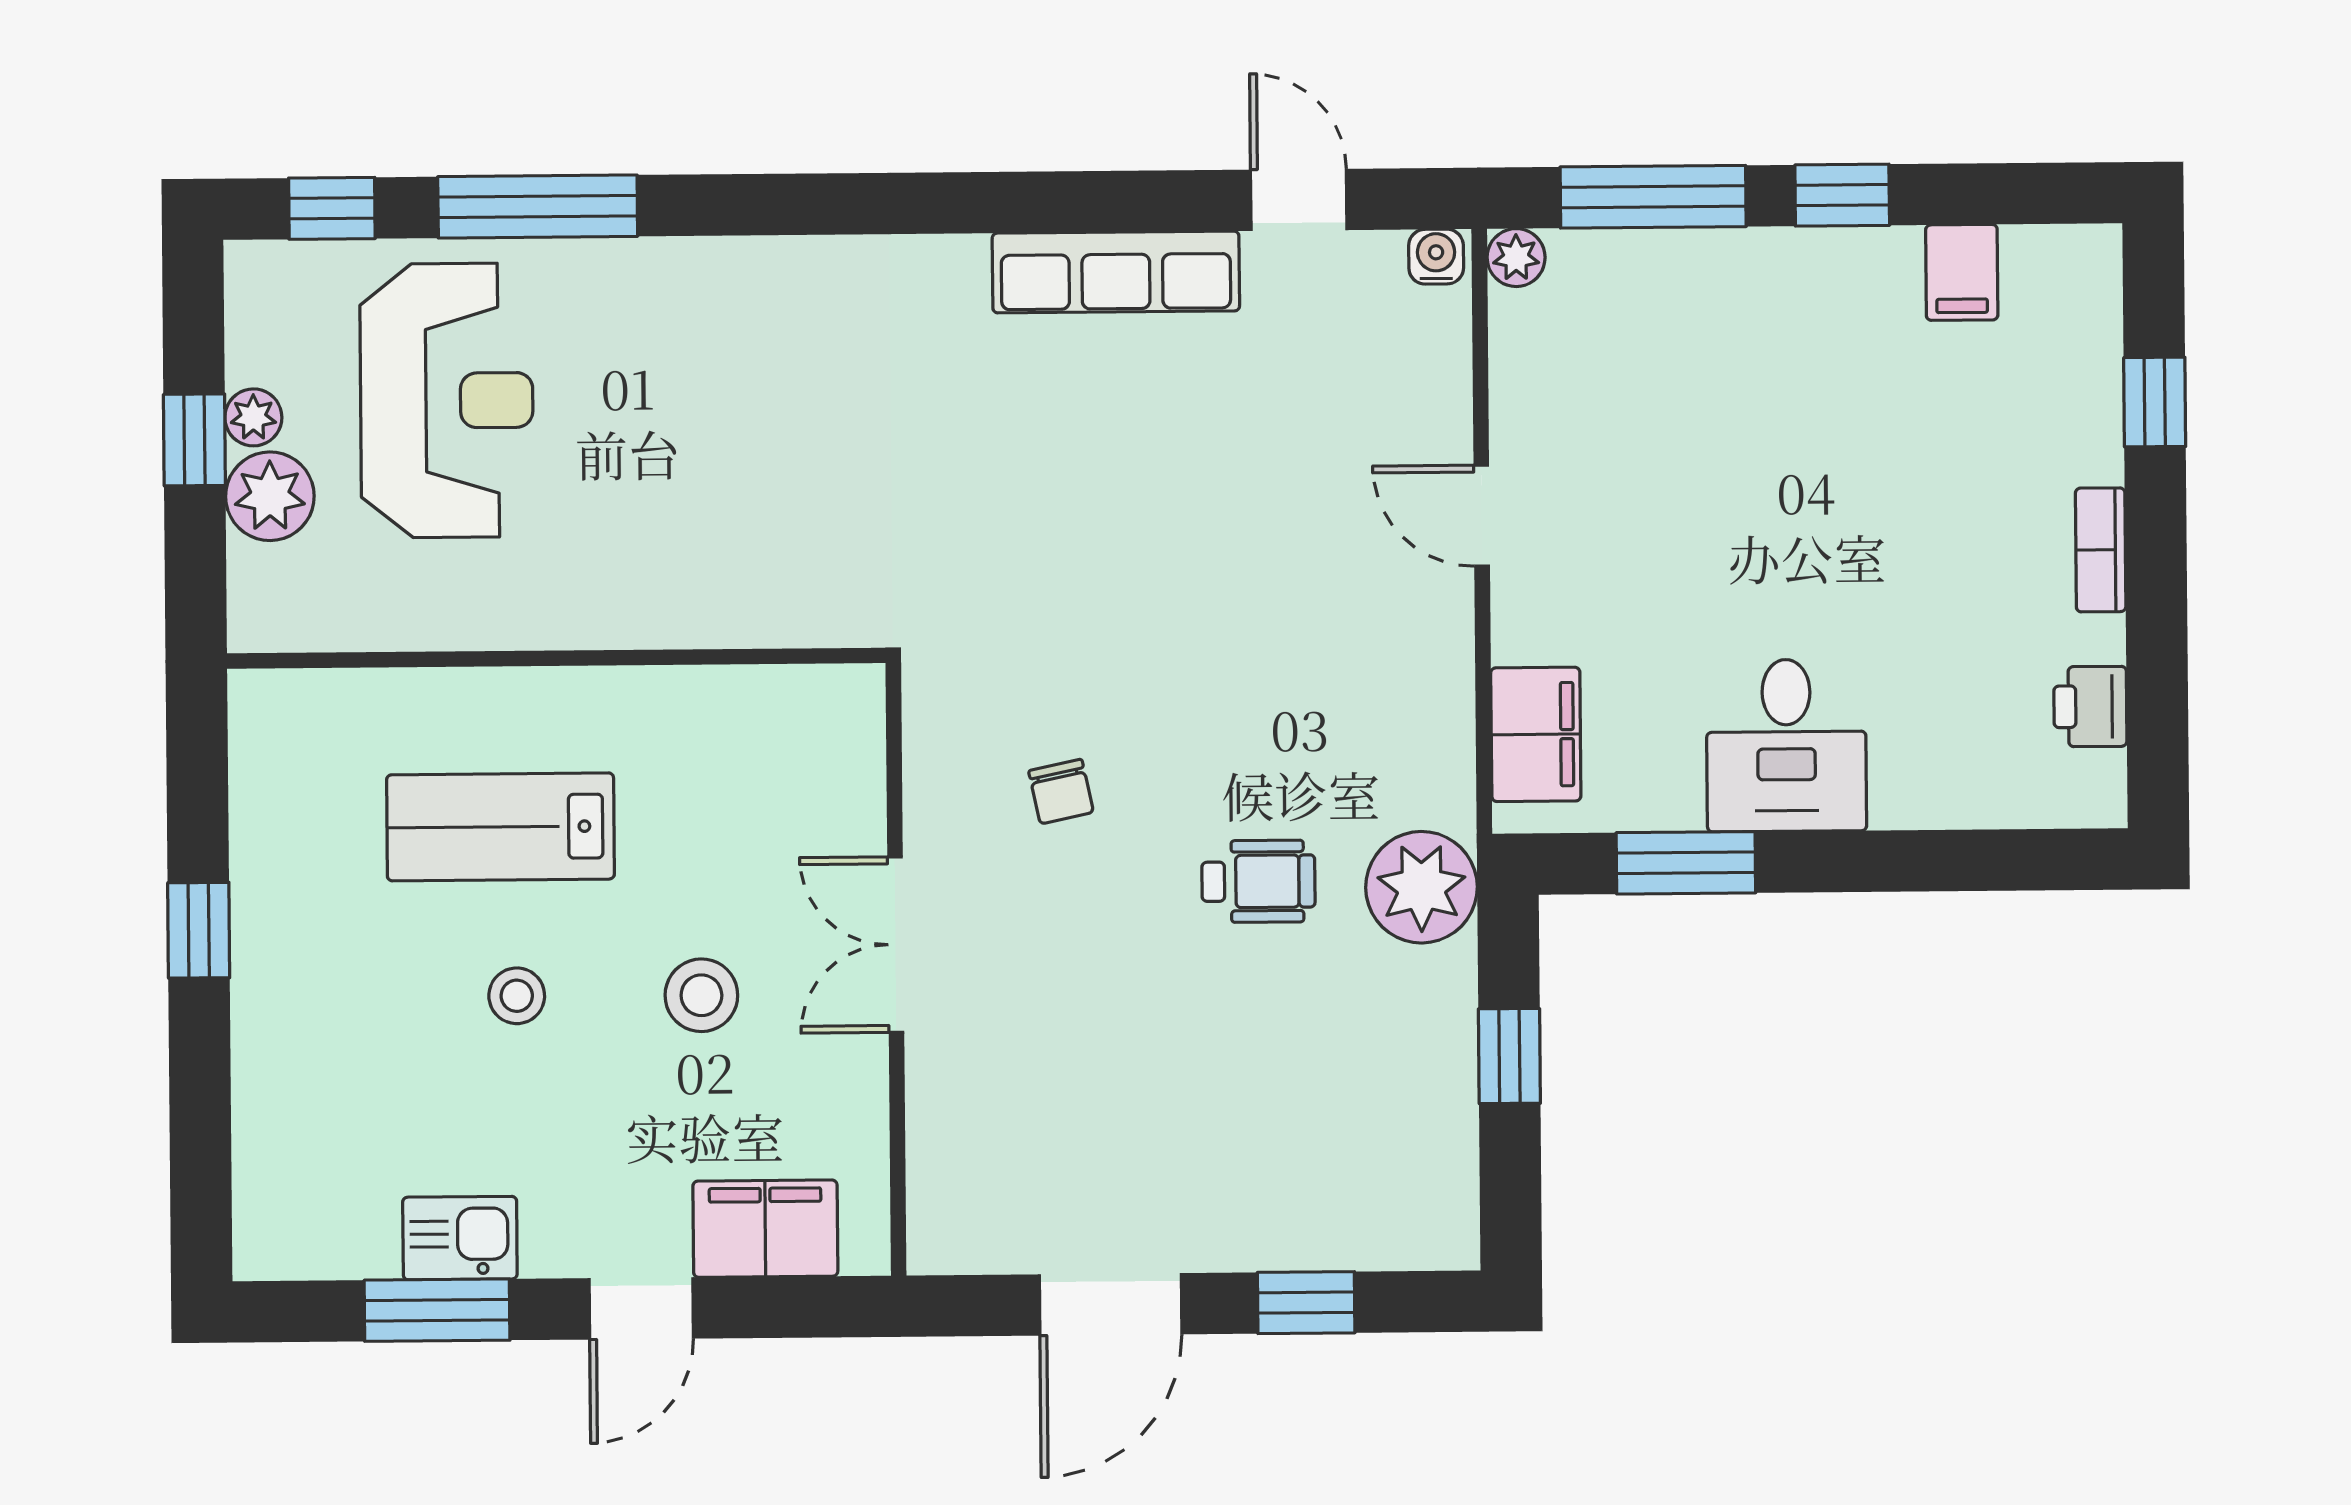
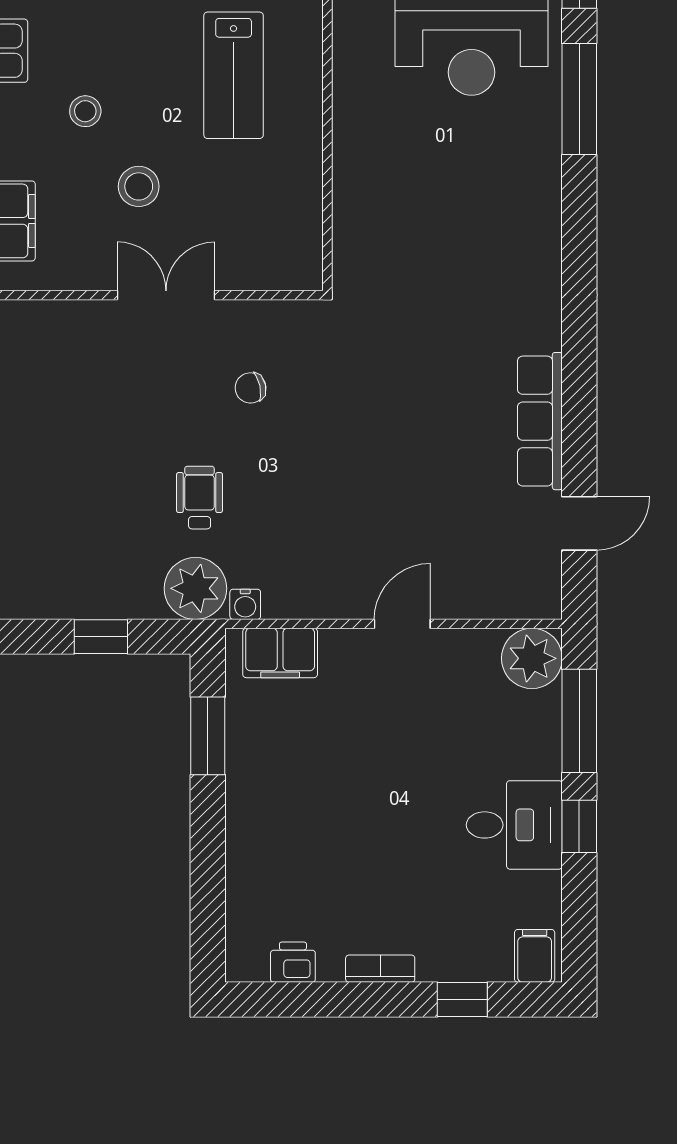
water cooler: (1436, 257) -> (245, 604), moved, turned 90
plant: (1516, 258) -> (532, 658), width x1.88, depth x1.88
filing cabinet: (1962, 272) -> (535, 956), moved, turned 90
desk: (1786, 745) -> (514, 825), moved, turned 180
lab bench: (500, 827) -> (234, 75), turned 180
wheelchair: (1258, 881) -> (200, 498), turned 180
stool: (517, 996) -> (85, 111), moved

